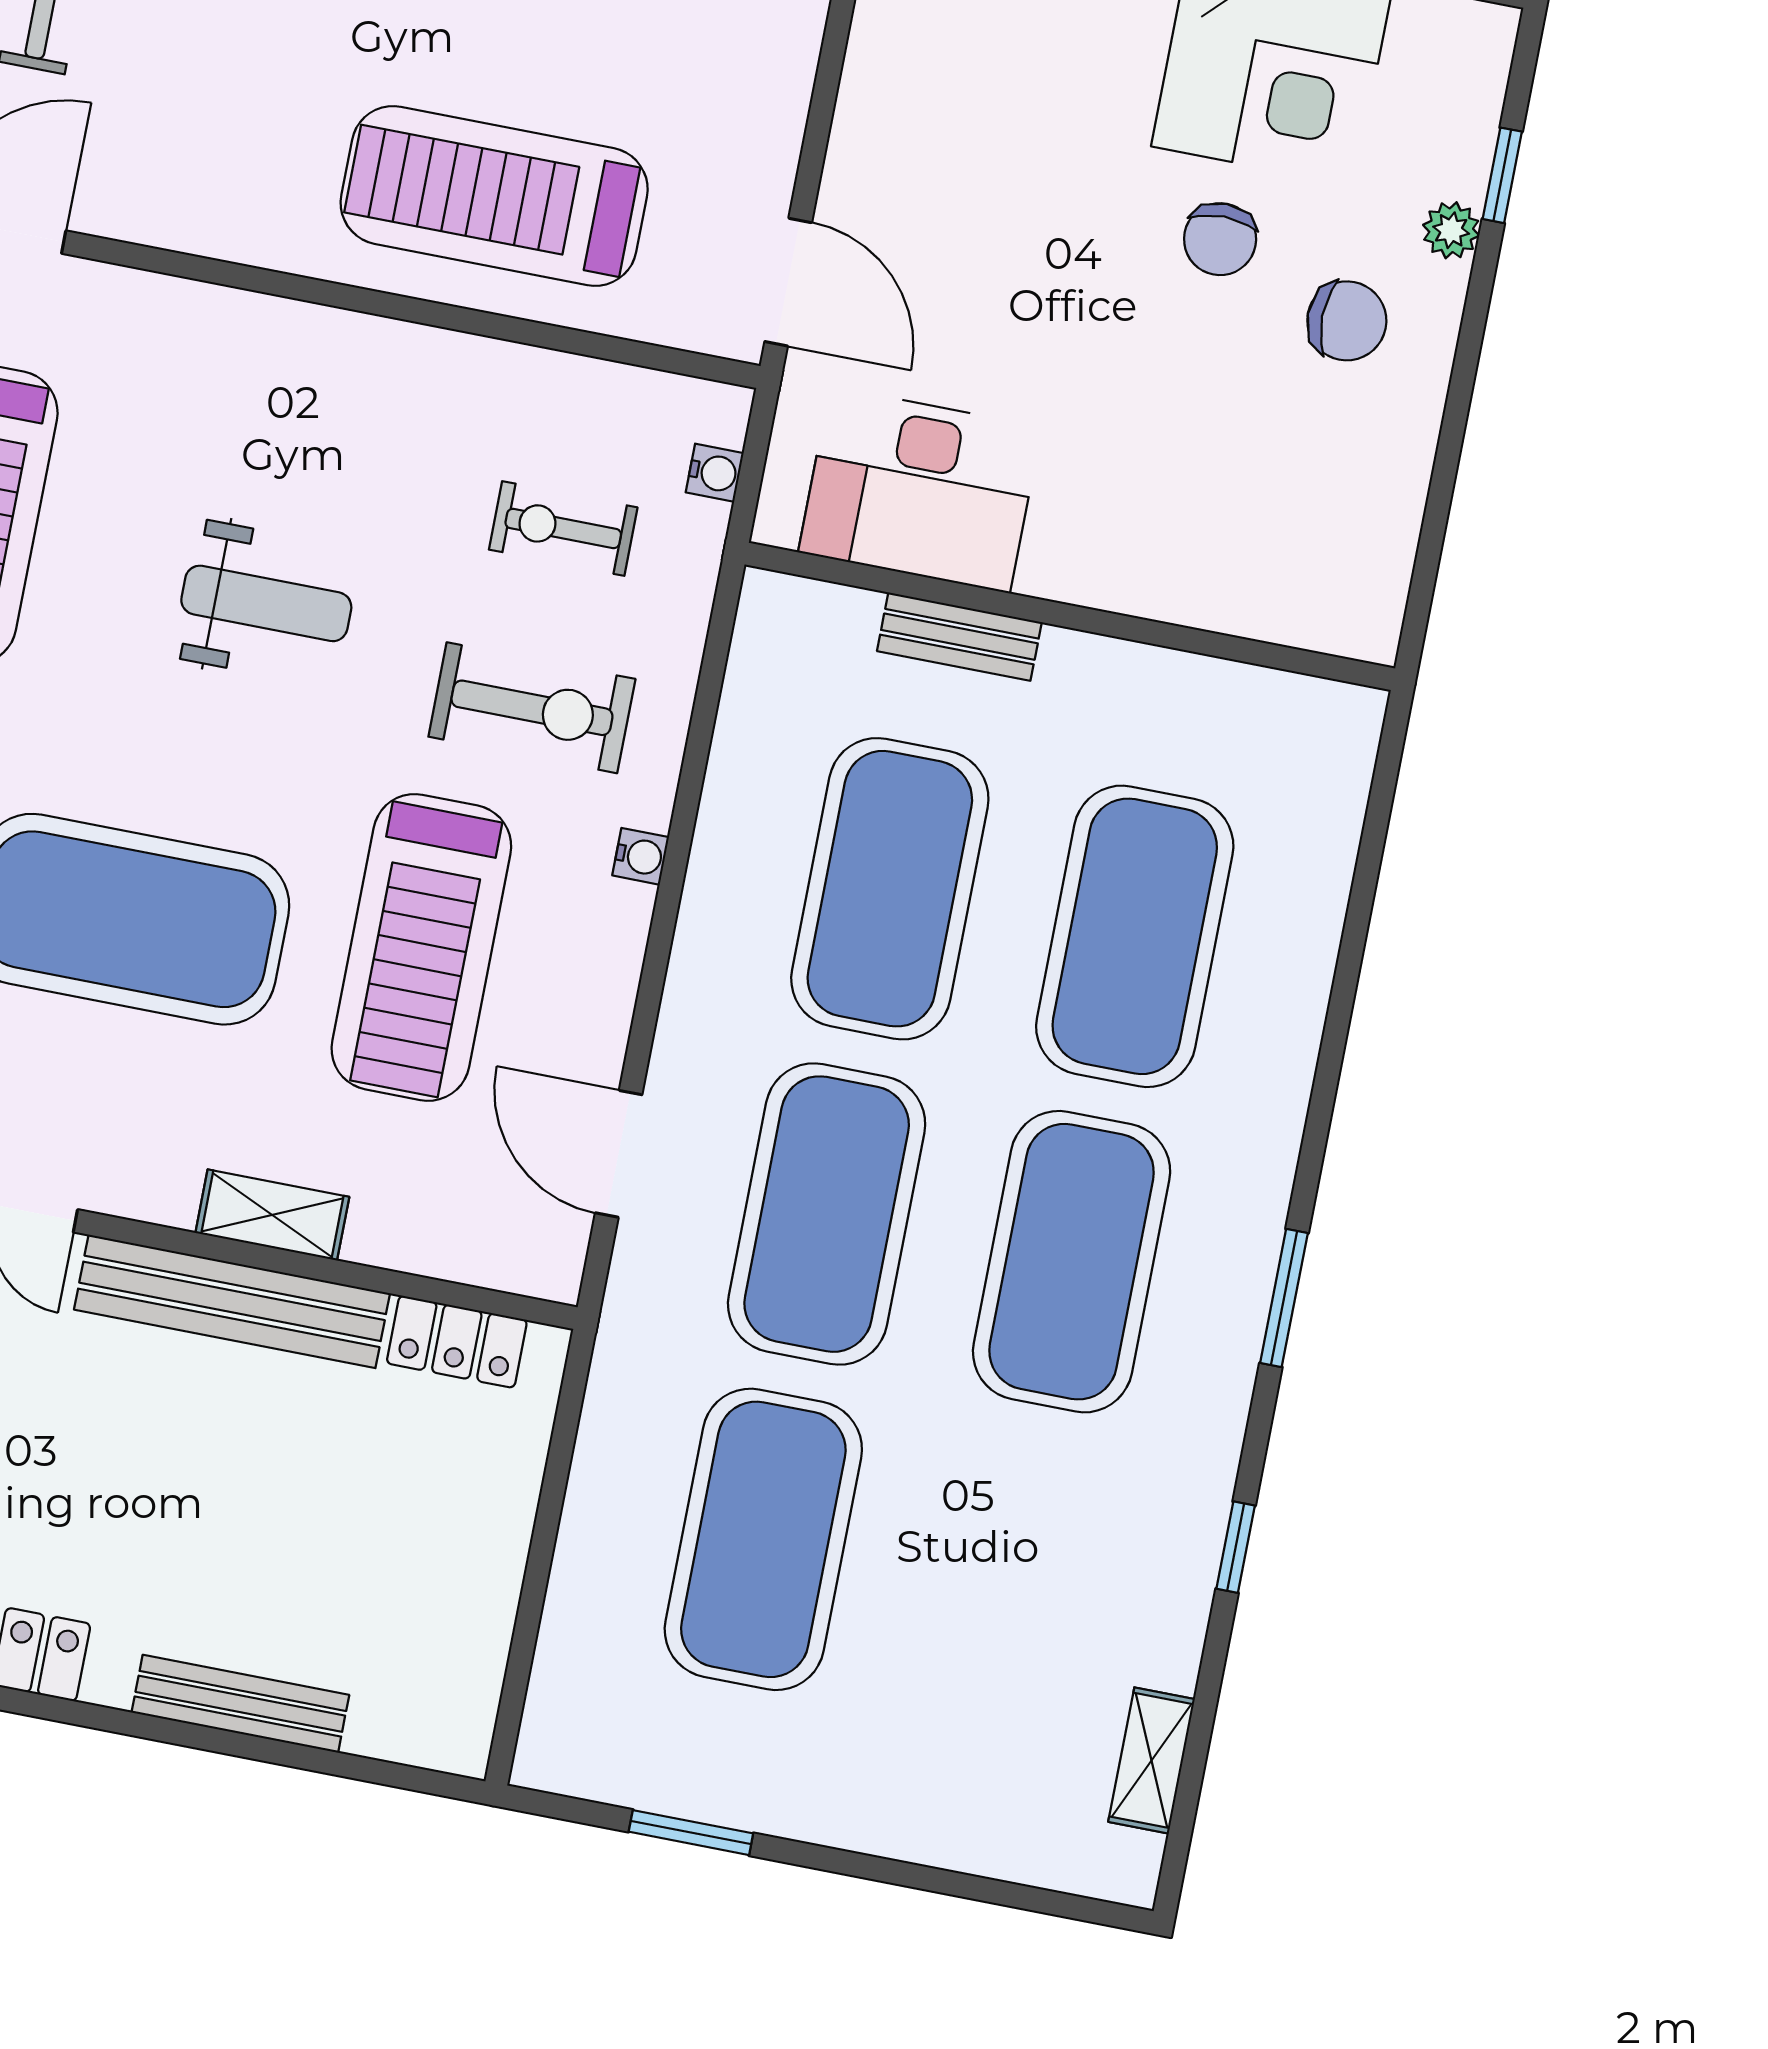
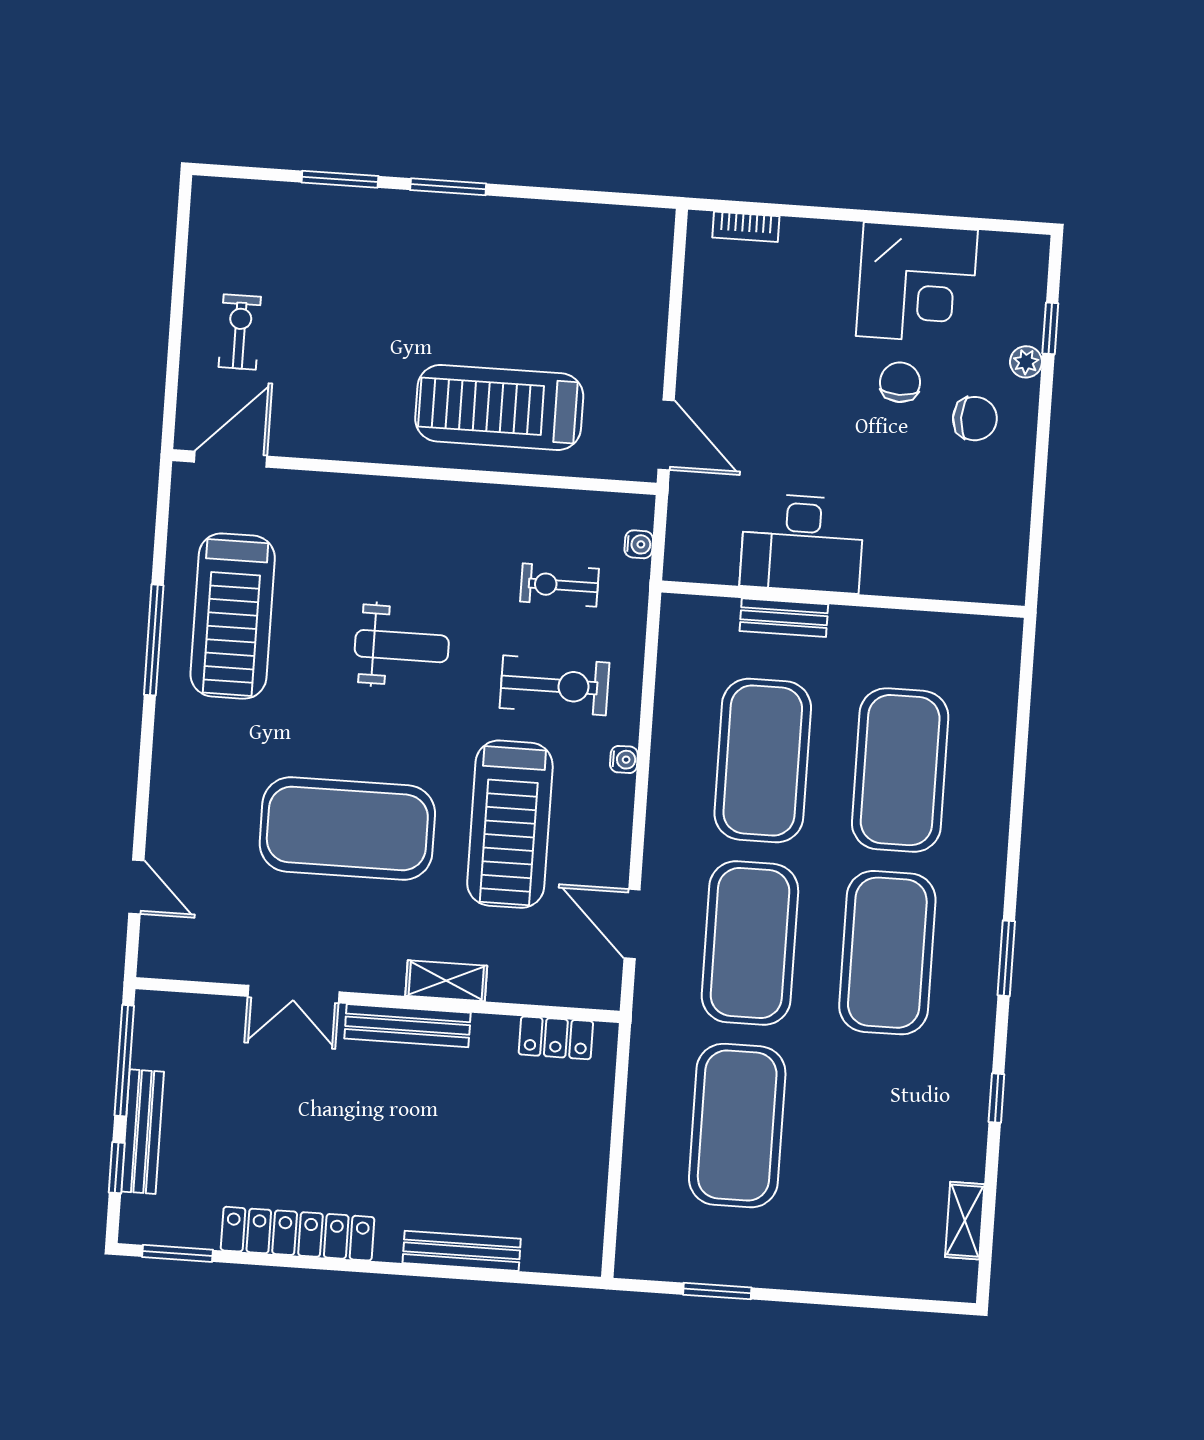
chair: (1220, 239) -> (900, 382), turned 180
desk: (920, 490) -> (802, 543), moved
bench: (232, 1301) -> (408, 1026), width x0.73, depth x0.82

